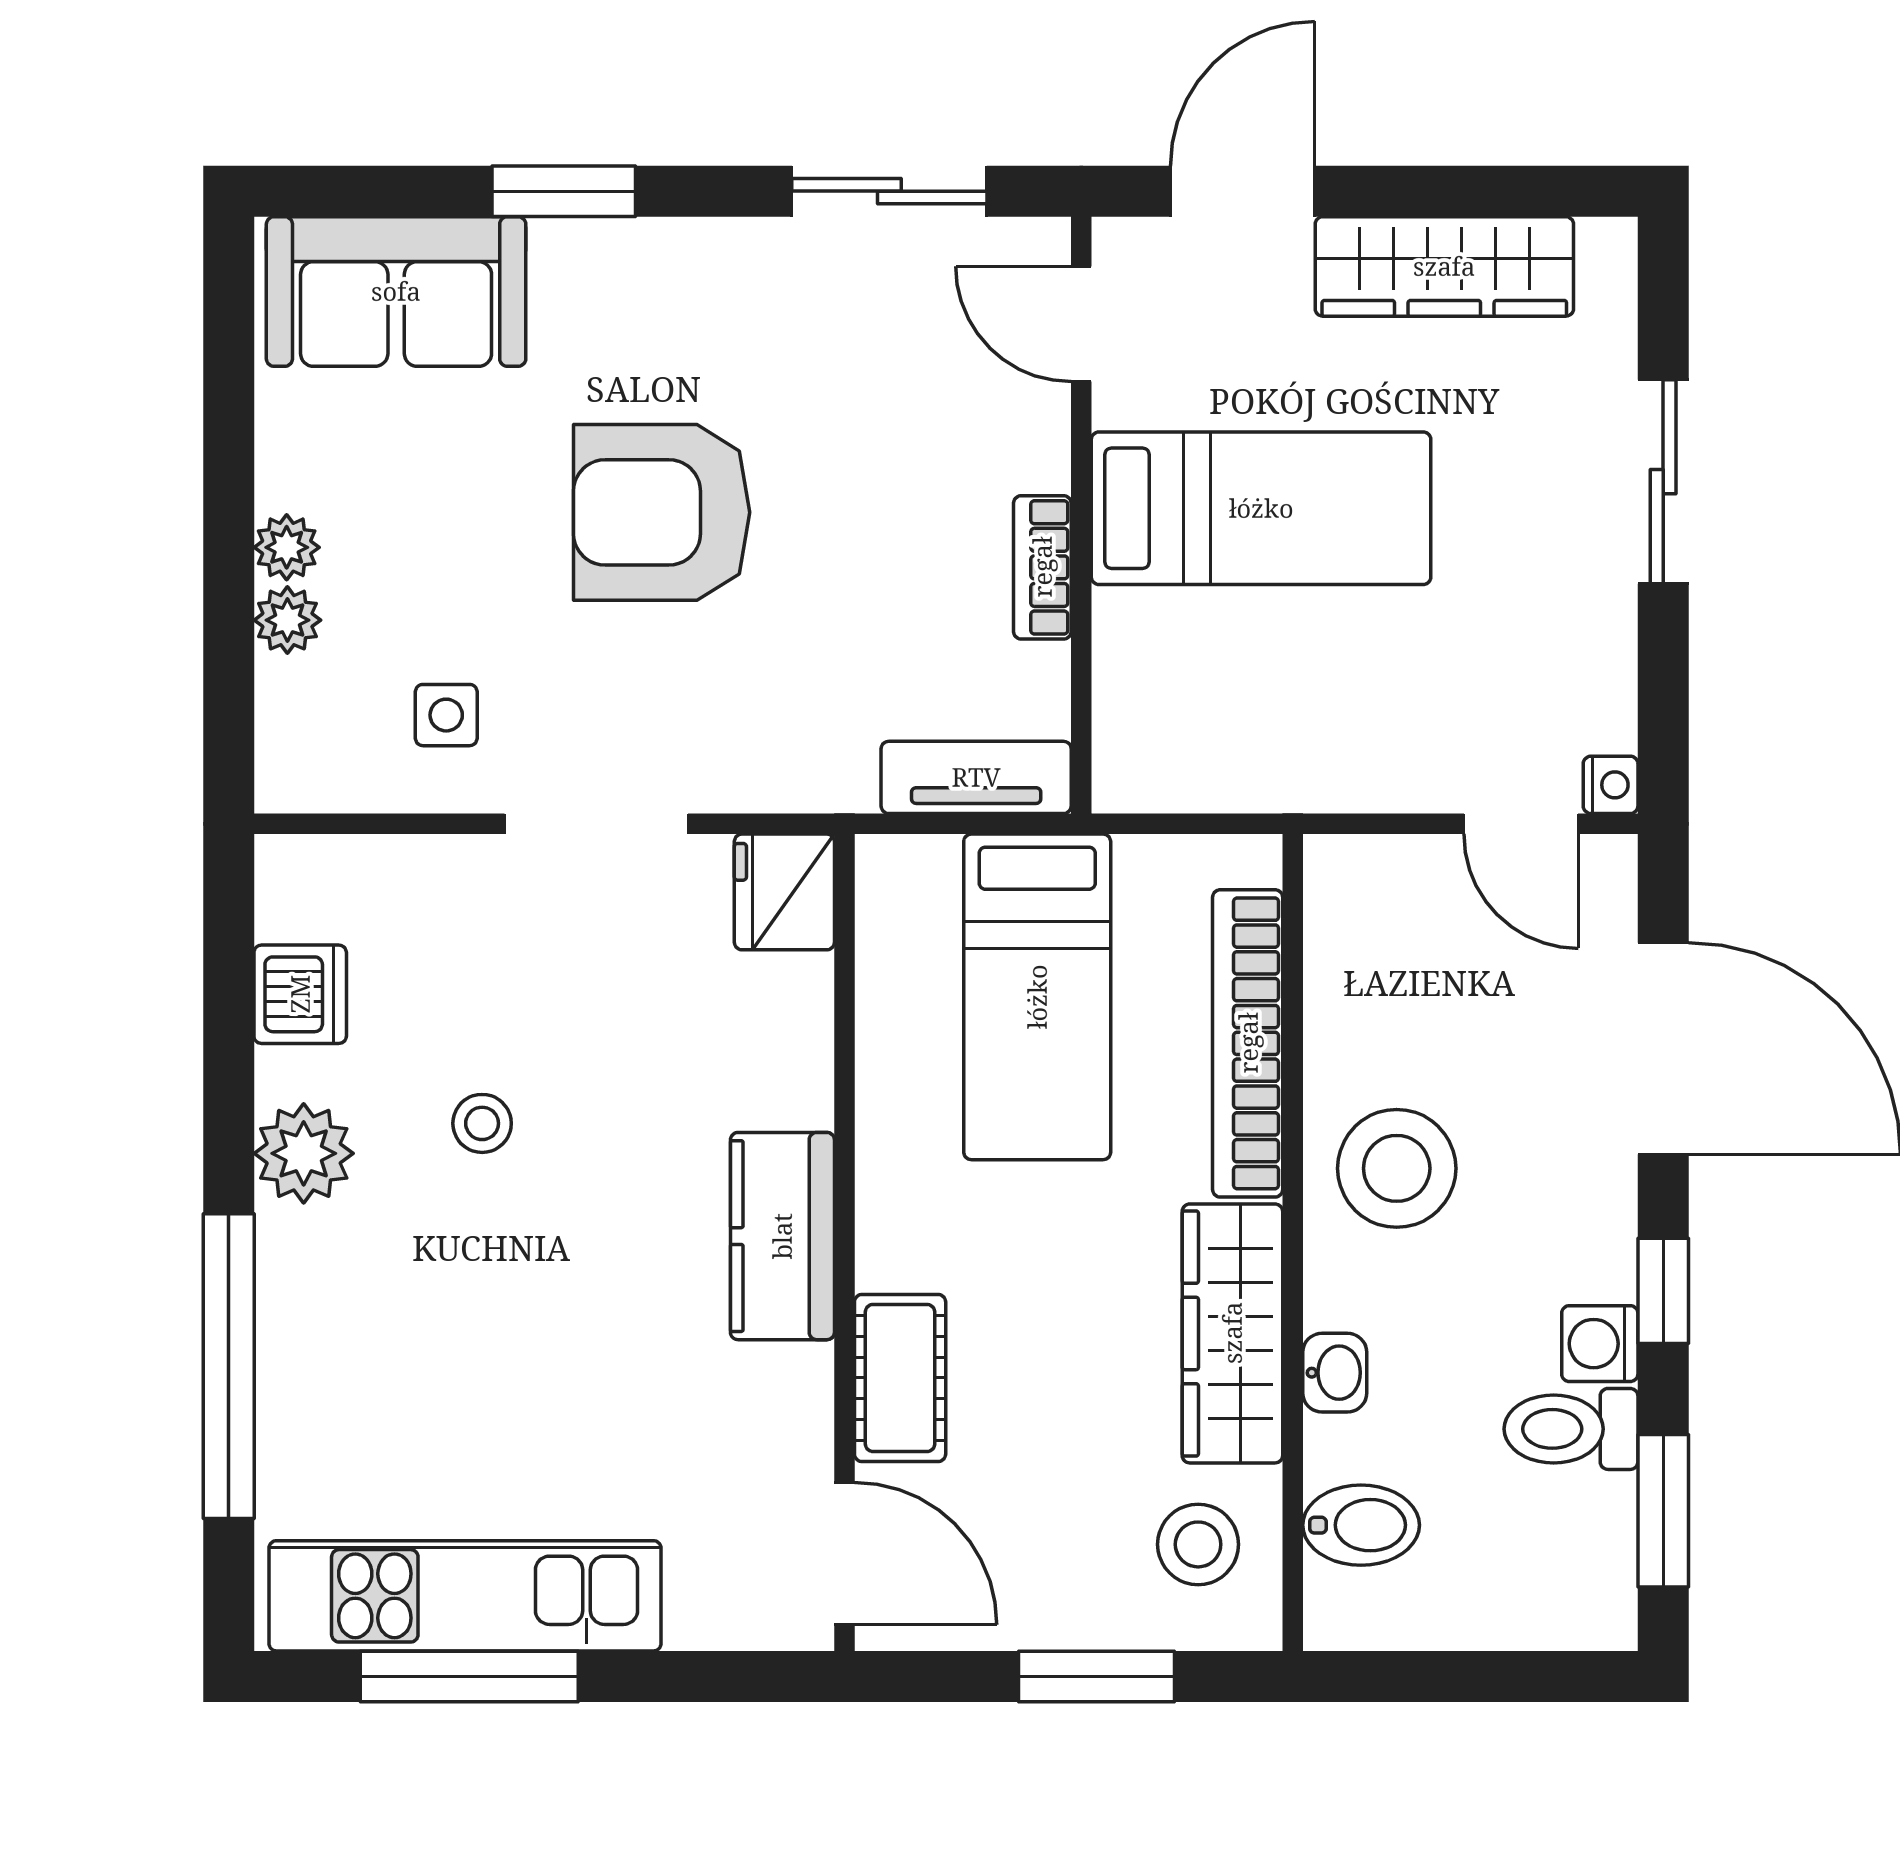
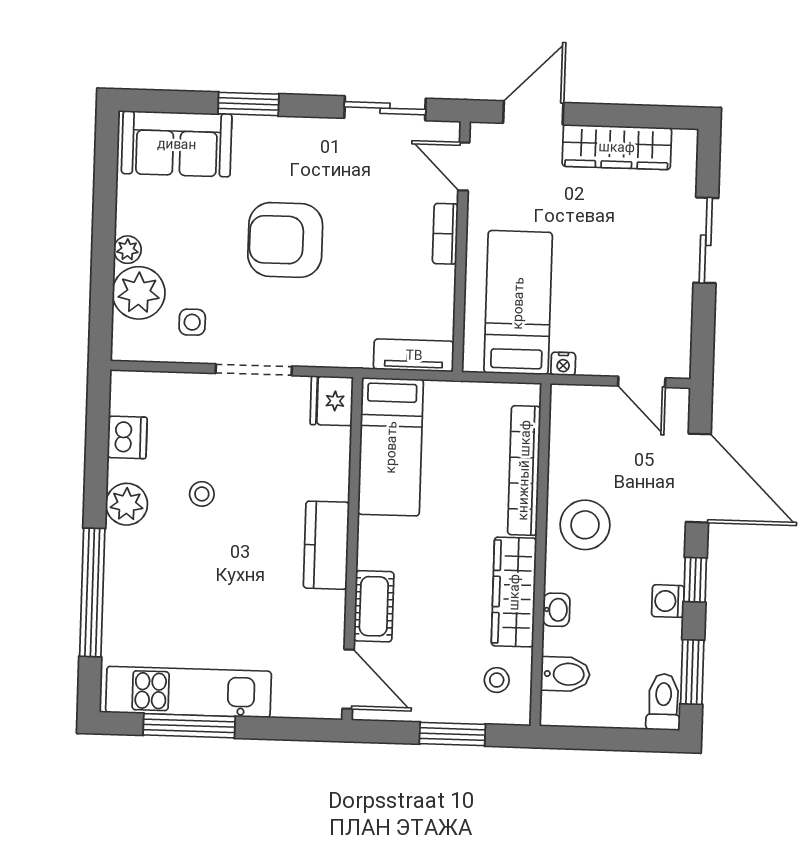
bed: (1261, 508) -> (518, 303), moved, turned -90
bookcase: (1042, 567) -> (445, 234), moved
plant: (287, 620) -> (139, 293), width x1.87, depth x1.87
nightstand: (1611, 785) -> (563, 364), moved, turned 90
bed: (1037, 997) -> (391, 447), moved
toilet: (1571, 1429) -> (663, 702), moved, turned 90
stool: (1198, 1544) -> (497, 680), width x0.73, depth x0.73

